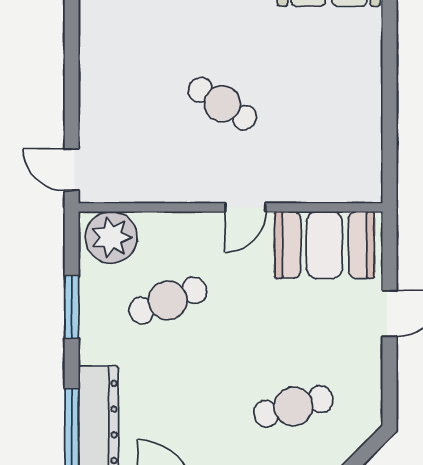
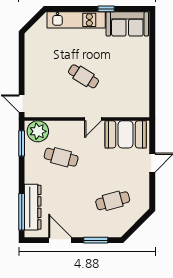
cafe table: (168, 300) -> (61, 157), turned 36
window: (72, 307) -> (22, 143), moved

